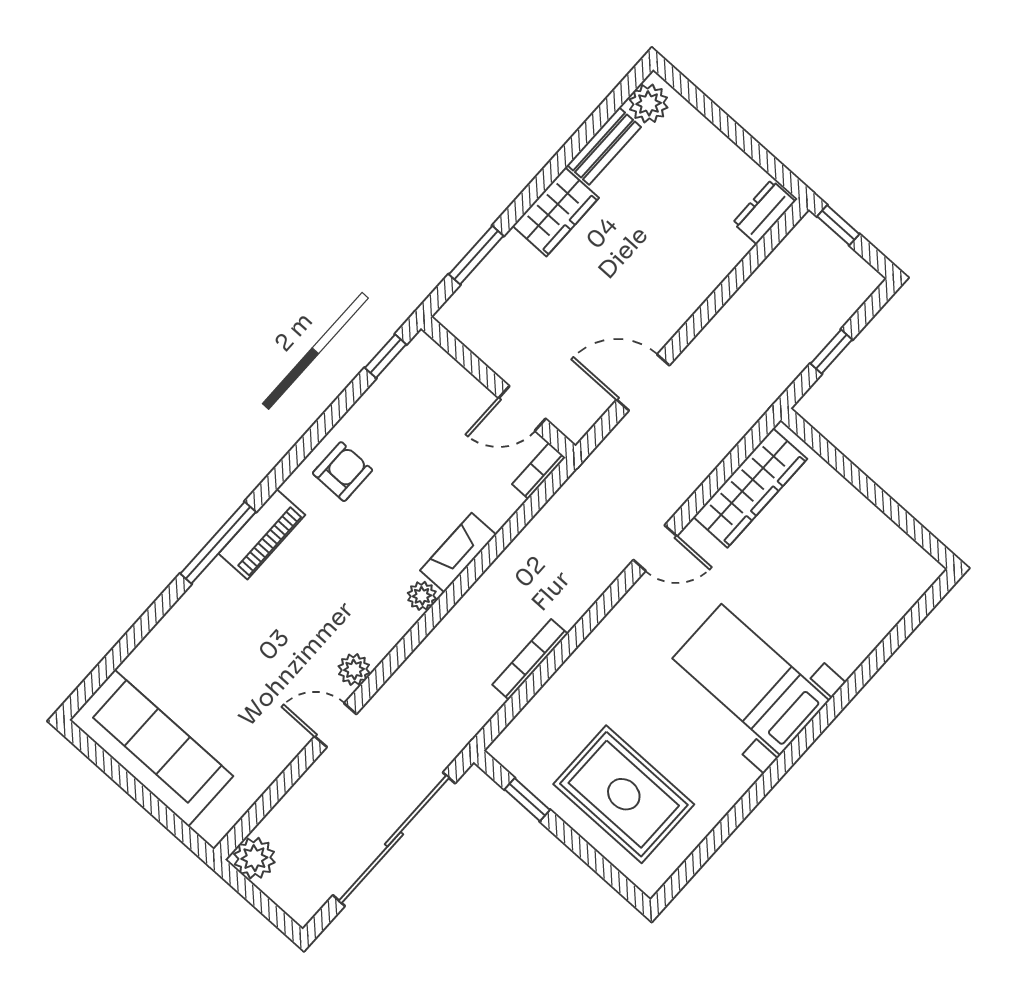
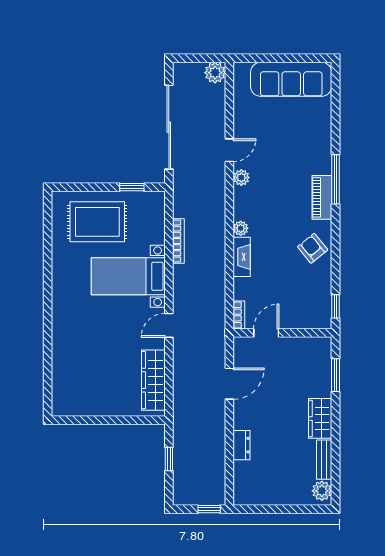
dresser: (764, 212) -> (241, 445), moved
armchair: (343, 472) -> (313, 248), turned 141
bed with nightstands: (751, 679) -> (128, 276), moved, turned 180

